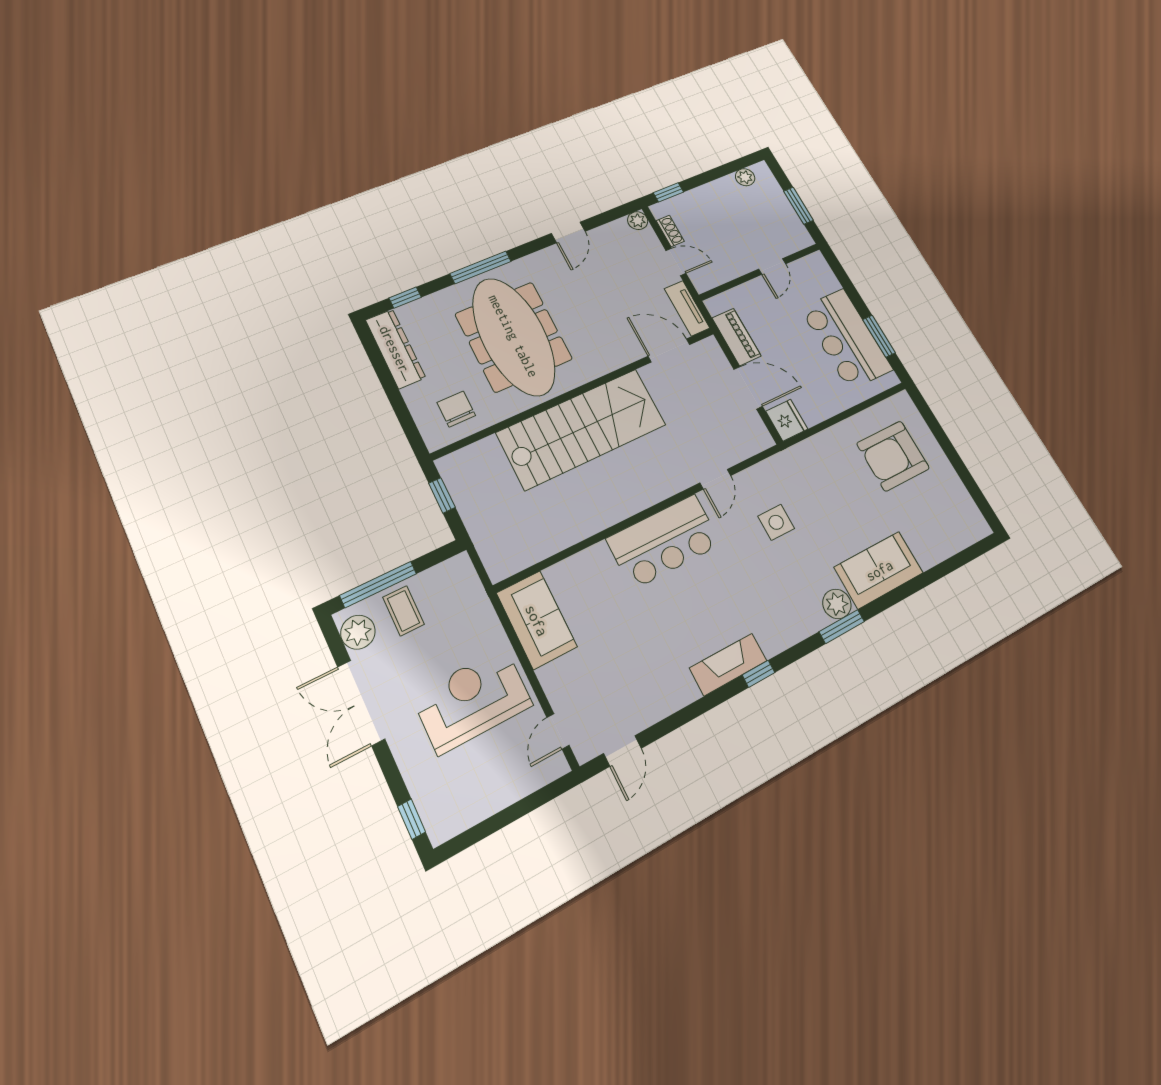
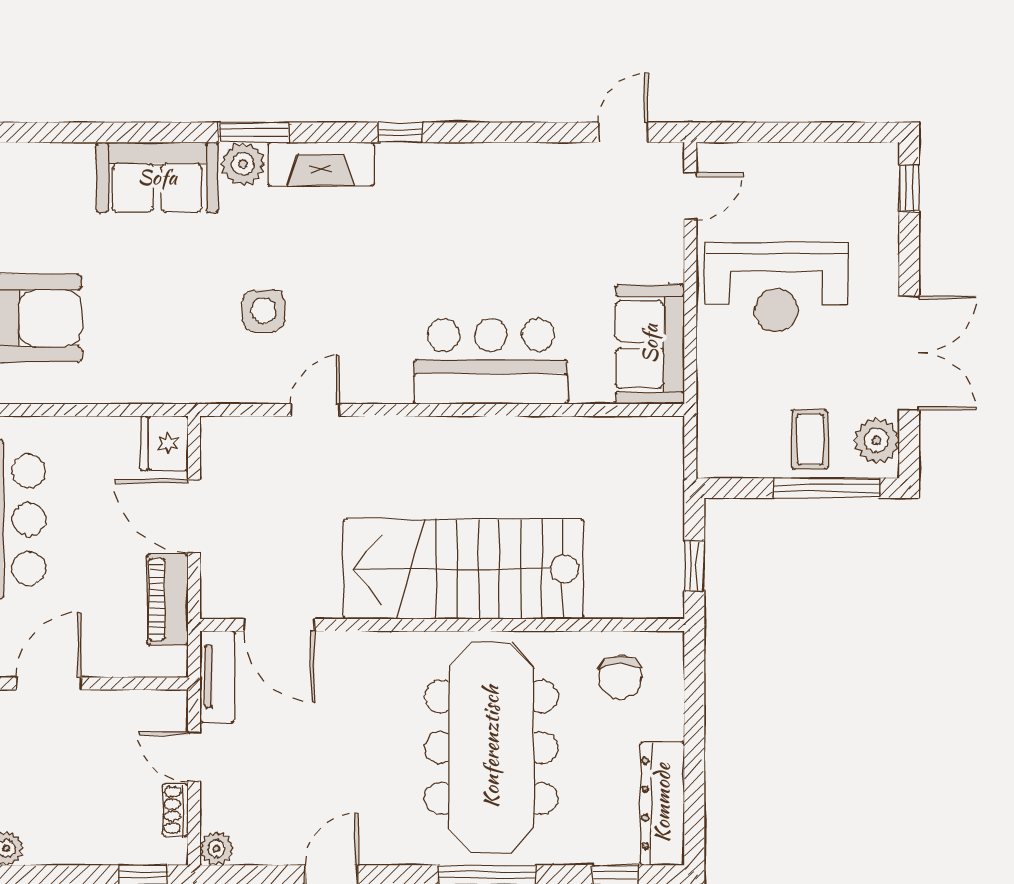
door: (772, 266) -> (49, 684), width x1.38
bar counter: (664, 541) -> (491, 361), moved
fireplace: (728, 664) -> (321, 164), moved

